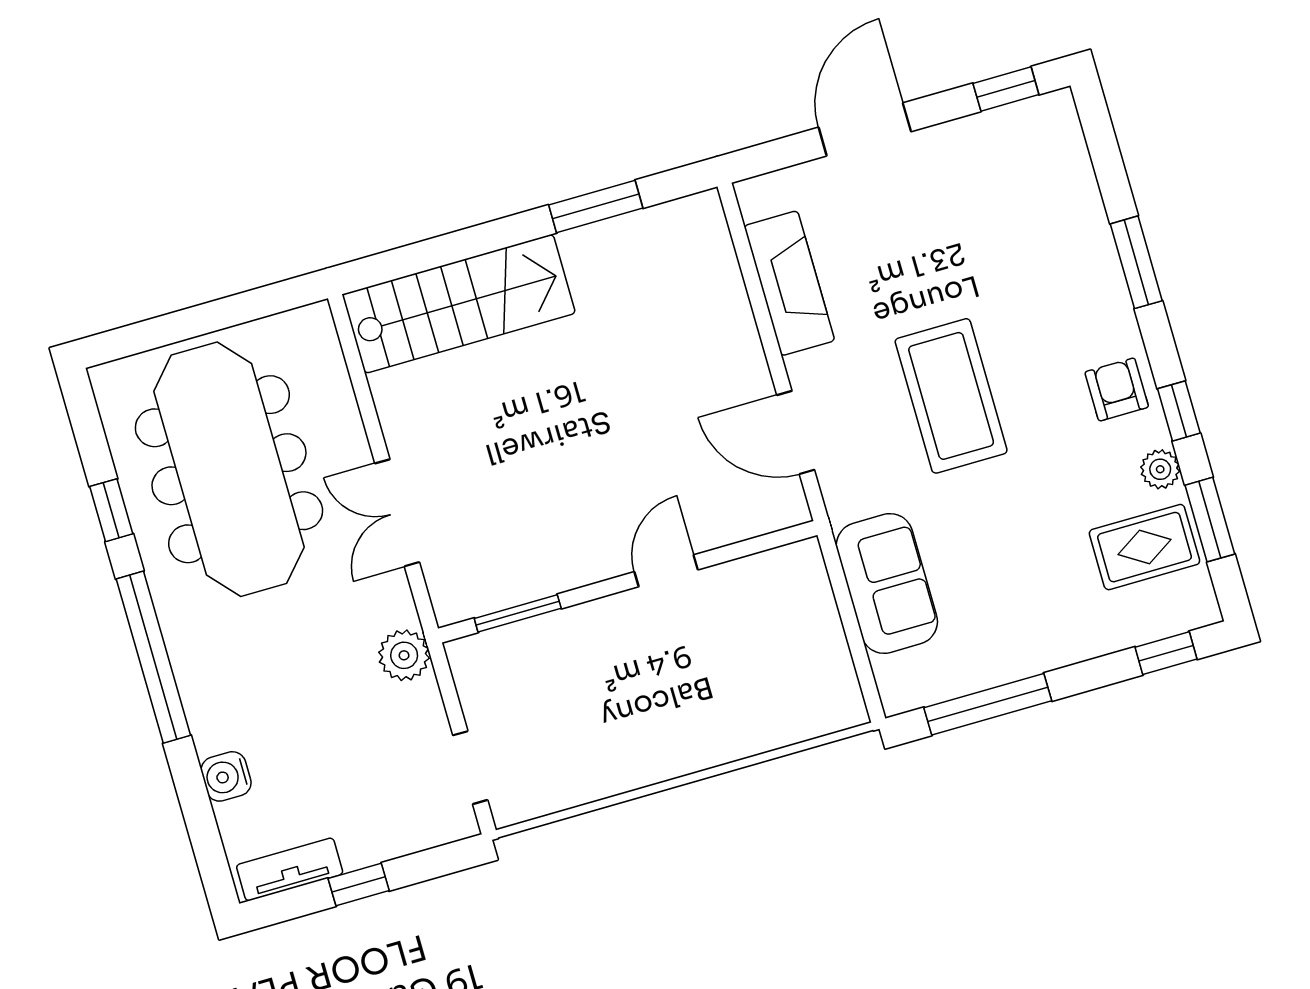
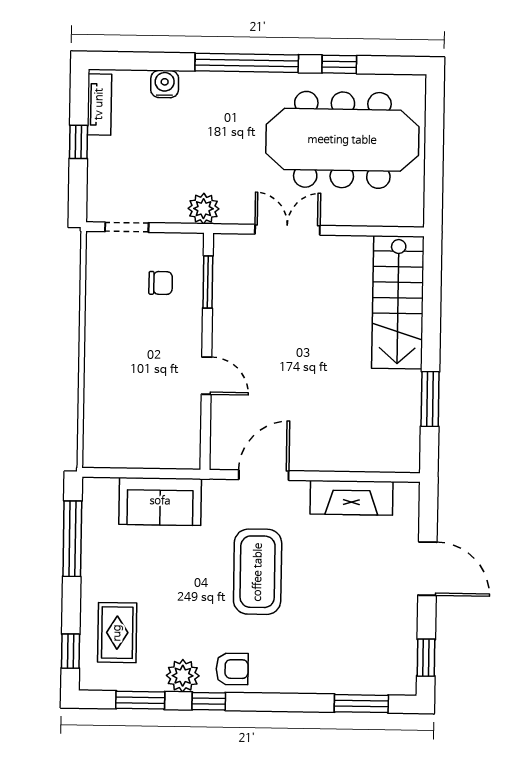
window: (1136, 262) -> (361, 704), moved
coffee table: (951, 396) -> (258, 572), turned 90
plant: (1160, 469) -> (183, 676), width x1.38, depth x1.38
rug: (1144, 547) -> (117, 633), moved
chair: (542, 687) -> (161, 283), added

